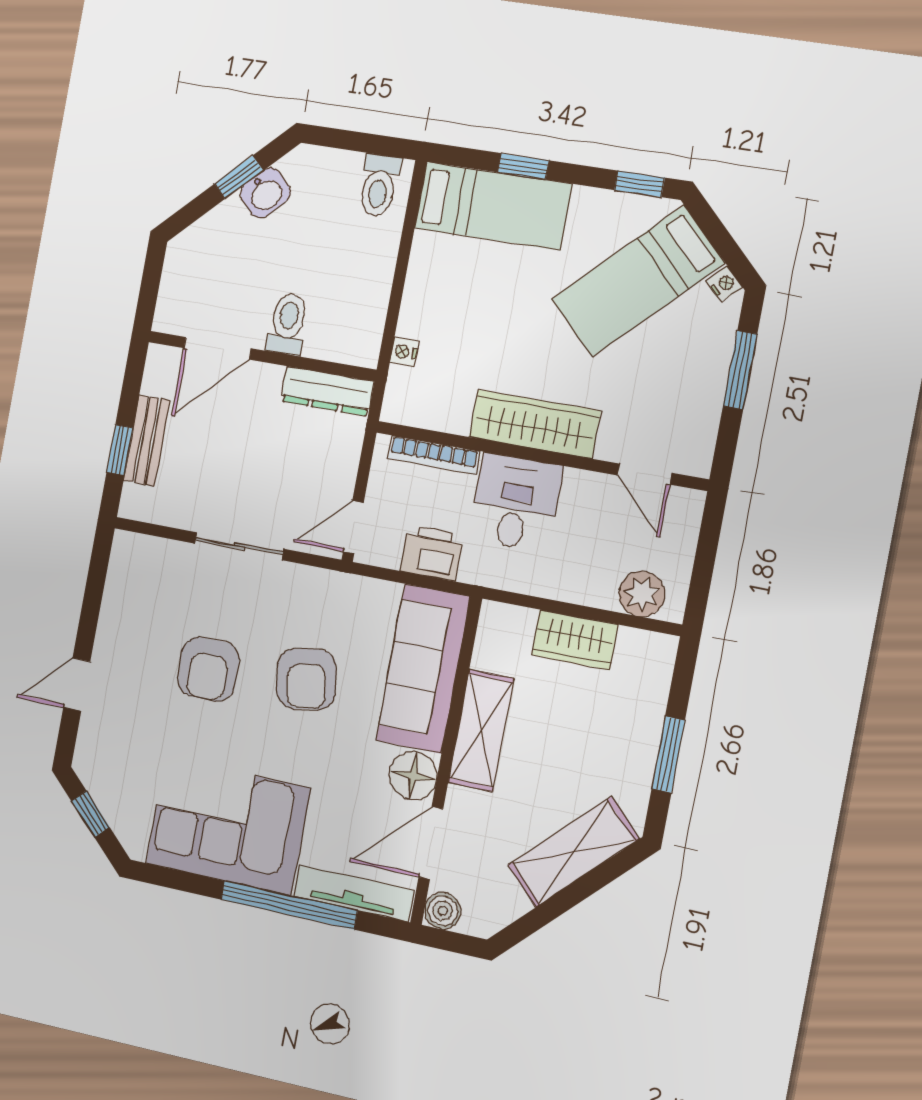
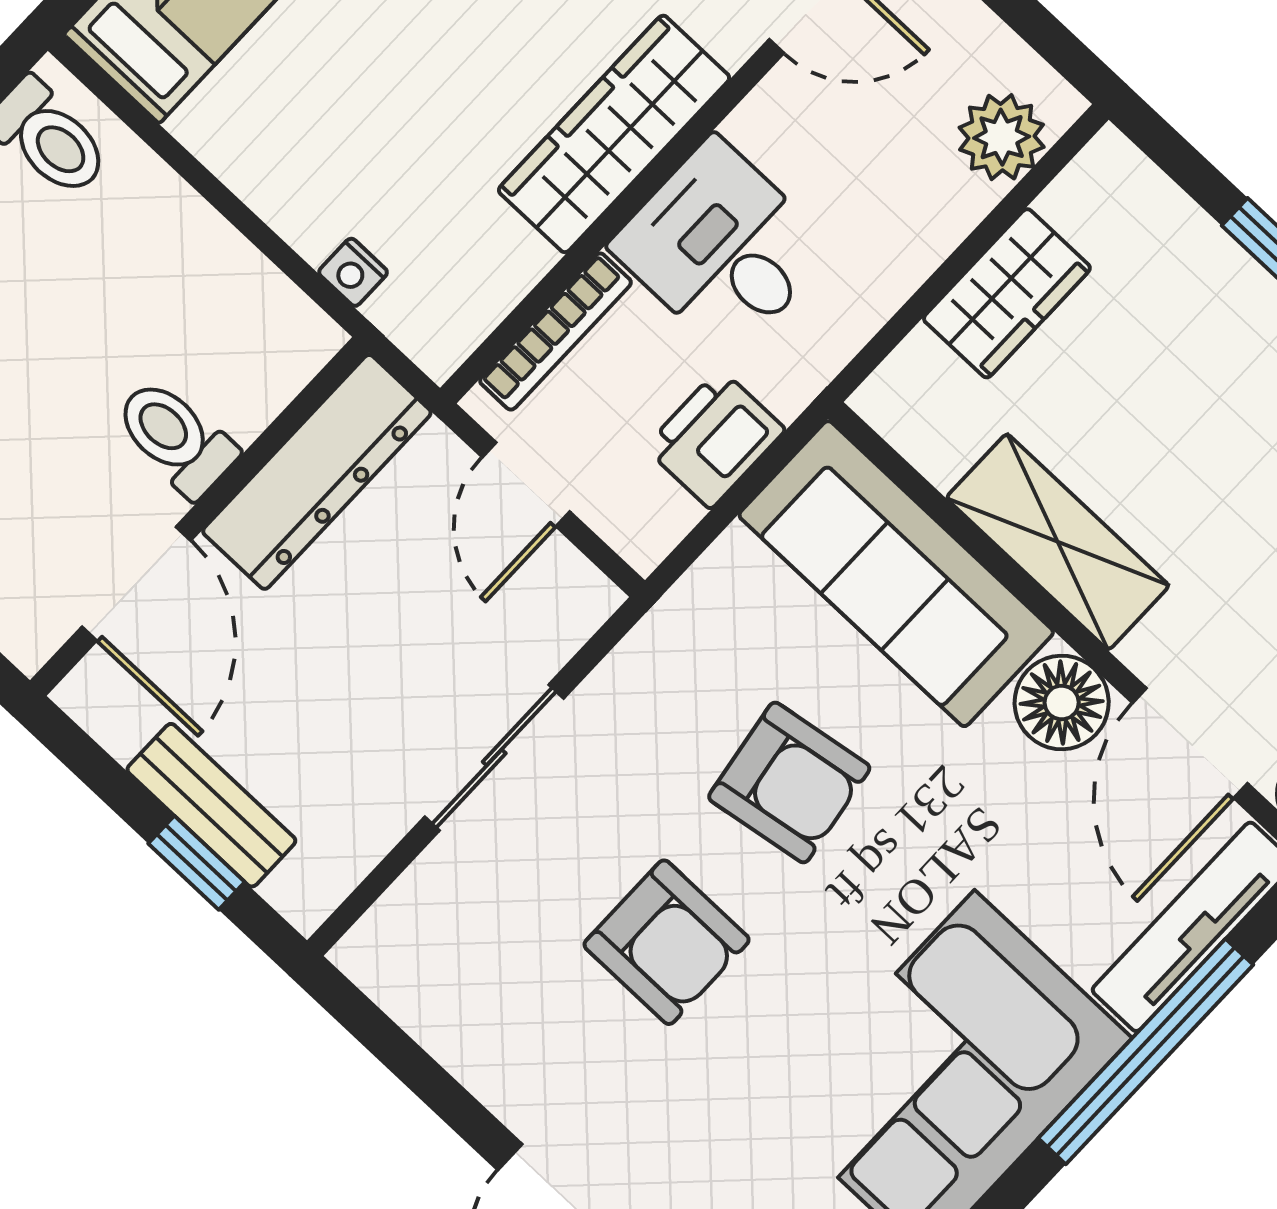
dresser: (327, 391) -> (317, 472), width x1.37, depth x1.24
door: (353, 527) -> (526, 484), moved

